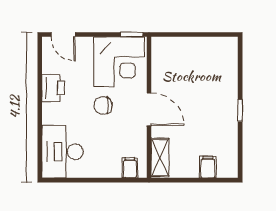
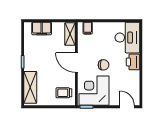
trolley: (170, 58) -> (64, 93), added
shelving: (227, 67) -> (30, 87), added
printer: (53, 88) -> (133, 62), moved
filing cabinet: (208, 167) -> (42, 28), width x2.00

